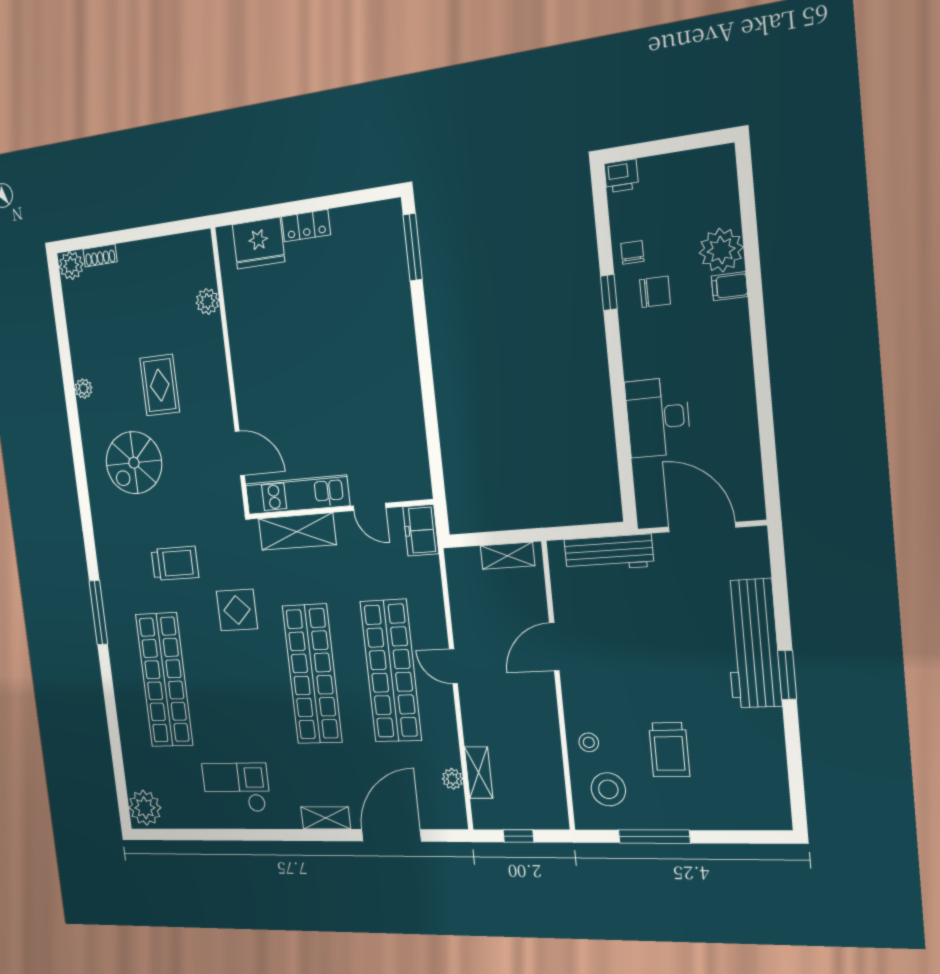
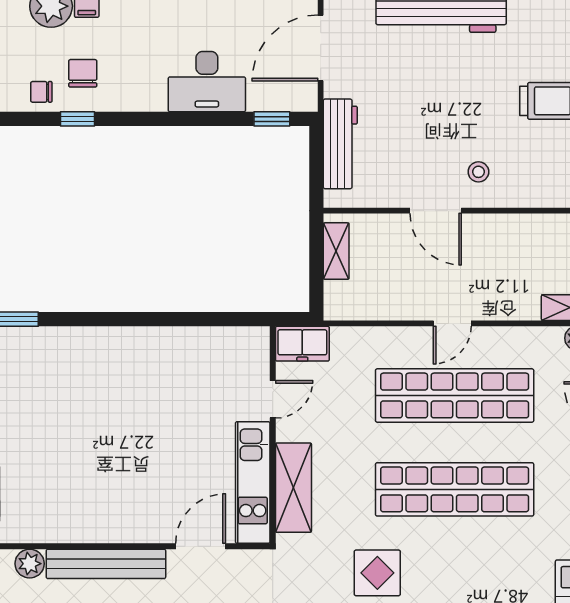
bench: (215, 370) -> (106, 564), added
window: (627, 485) -> (272, 119), added
stool: (589, 742) -> (478, 172), moved

